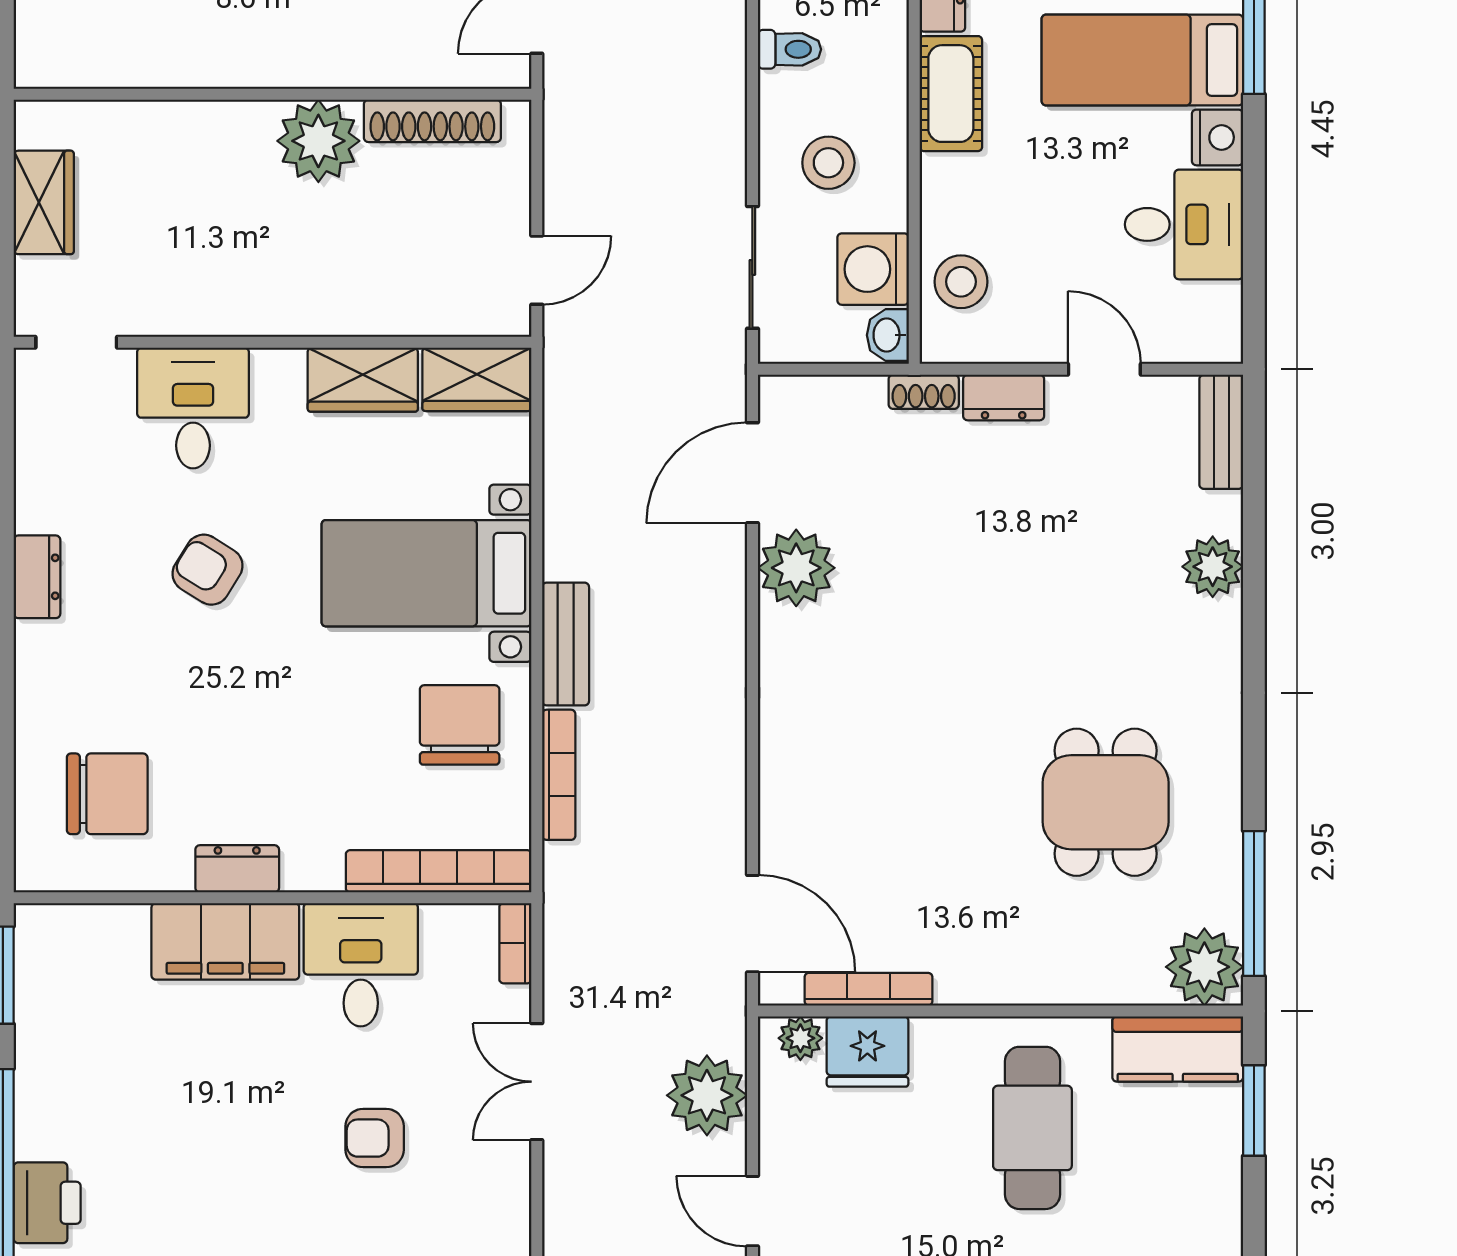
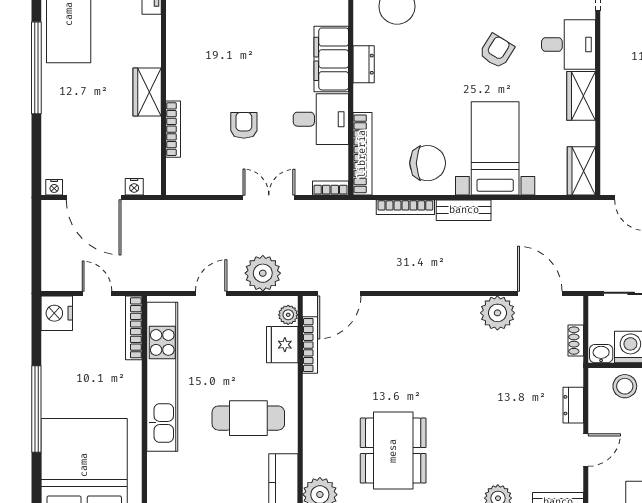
wardrobe: (363, 380) -> (581, 96), moved
shoe rack: (924, 392) -> (576, 341), moved
dining table: (1106, 802) -> (393, 451), width x1.38

